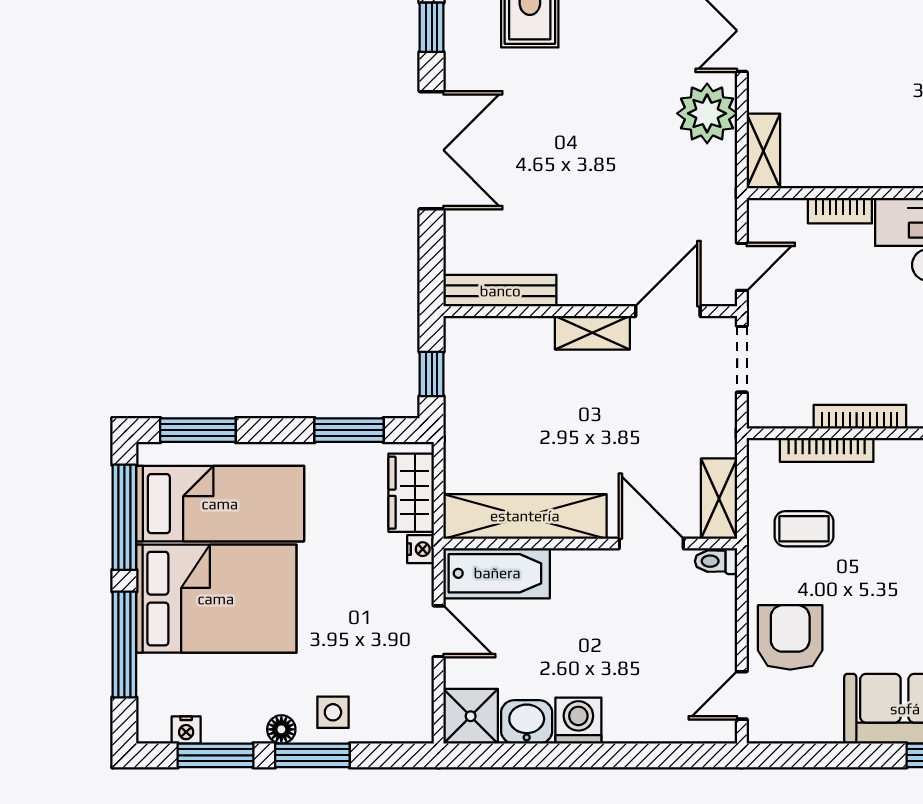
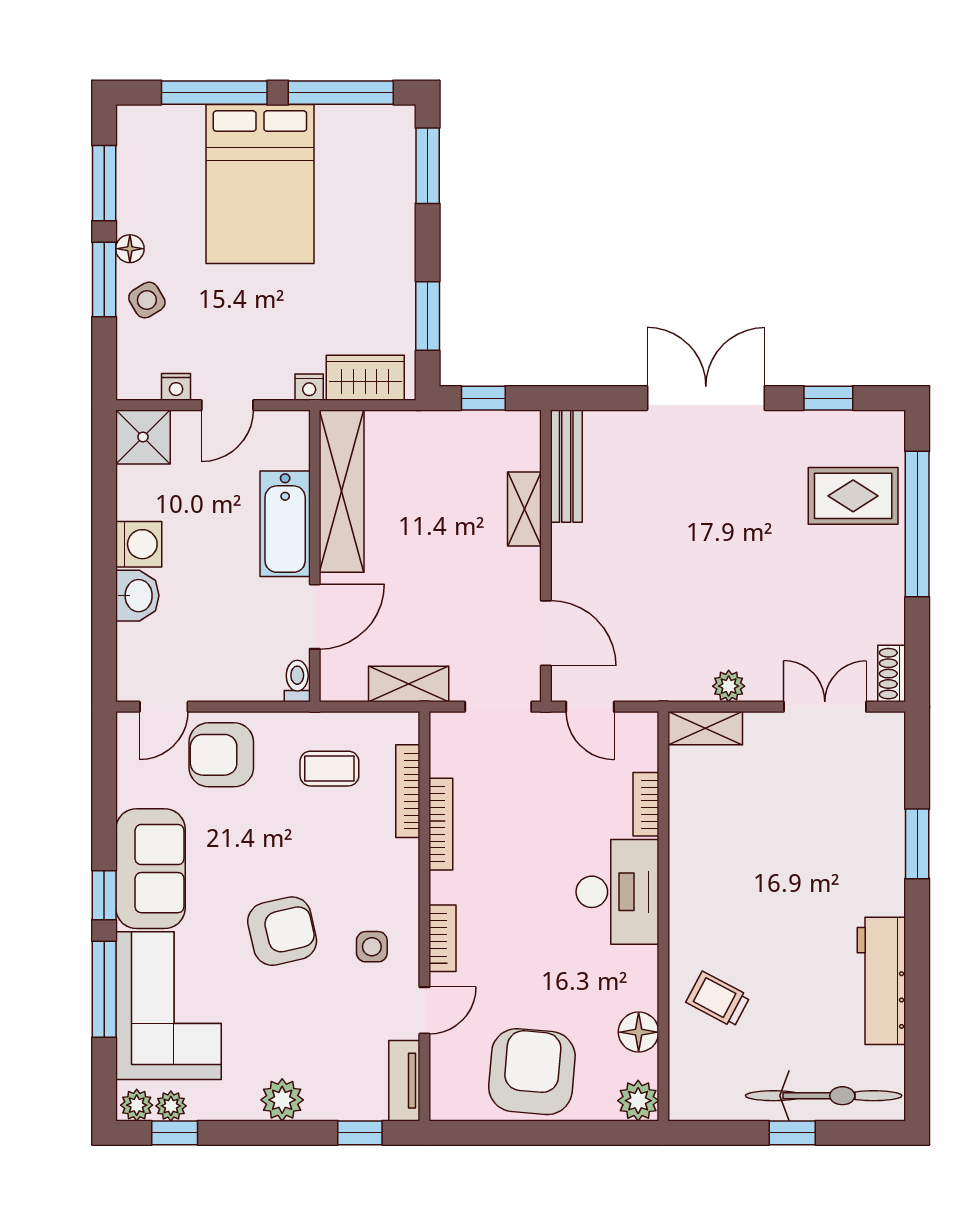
plant: (707, 113) -> (729, 686), width x0.53, depth x0.53
double door: (432, 150) -> (706, 398), swing flipped
shelving: (592, 333) -> (524, 509), moved
shelving: (719, 499) -> (409, 684), moved
bed: (220, 504) -> (354, 188), removed
coffee table: (804, 529) -> (329, 769), turned 90
bathtub: (497, 573) -> (285, 524), moved
armchair: (790, 637) -> (221, 755), turned 180
door: (742, 695) -> (164, 707), swing flipped
side table: (333, 712) -> (147, 300), turned -31
washbasin: (527, 722) -> (137, 596), moved
nightstand: (186, 730) -> (176, 387), moved, turned -90

